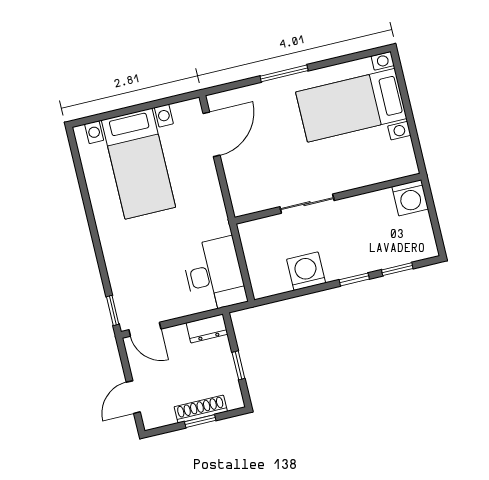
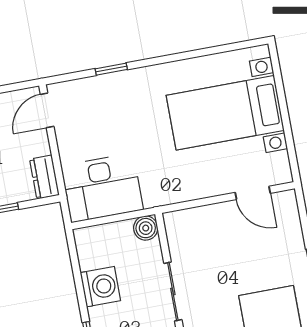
door: (212, 134) -> (253, 193), width x0.73
boiler: (249, 232) -> (146, 228), added
window: (113, 310) -> (111, 69), moved

